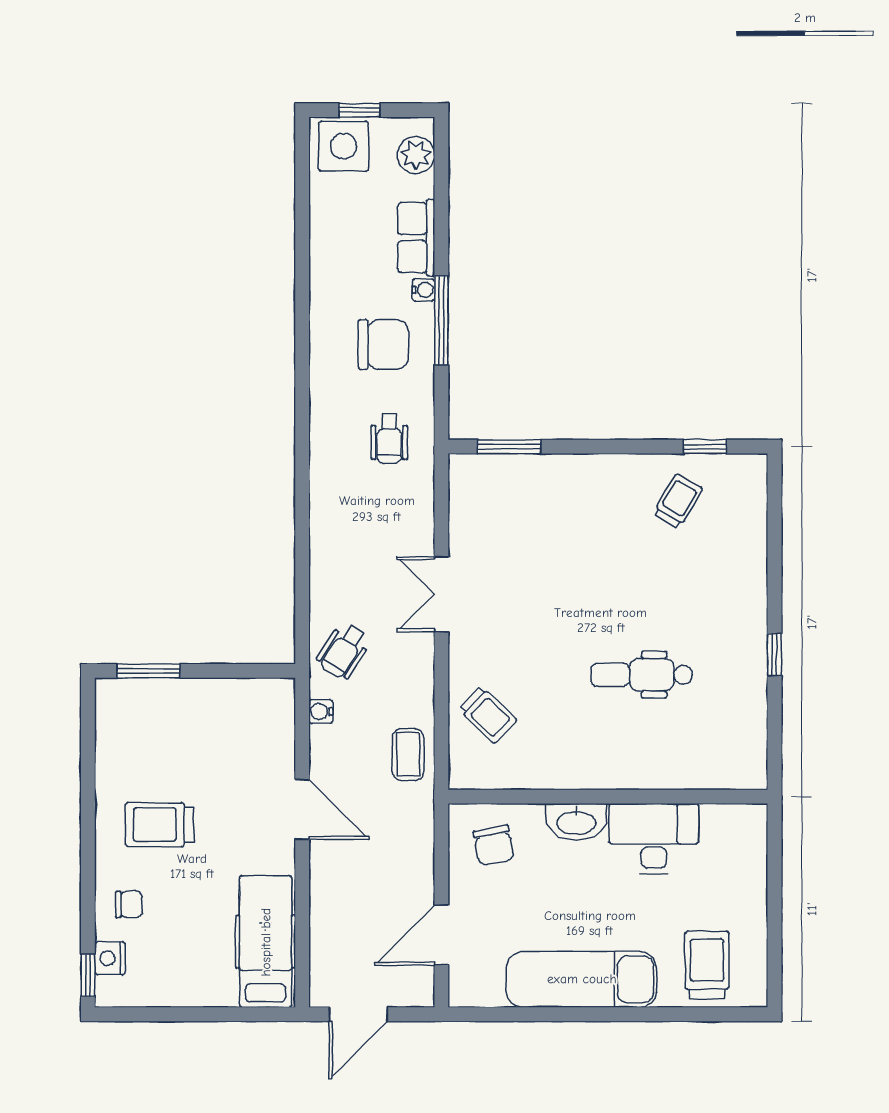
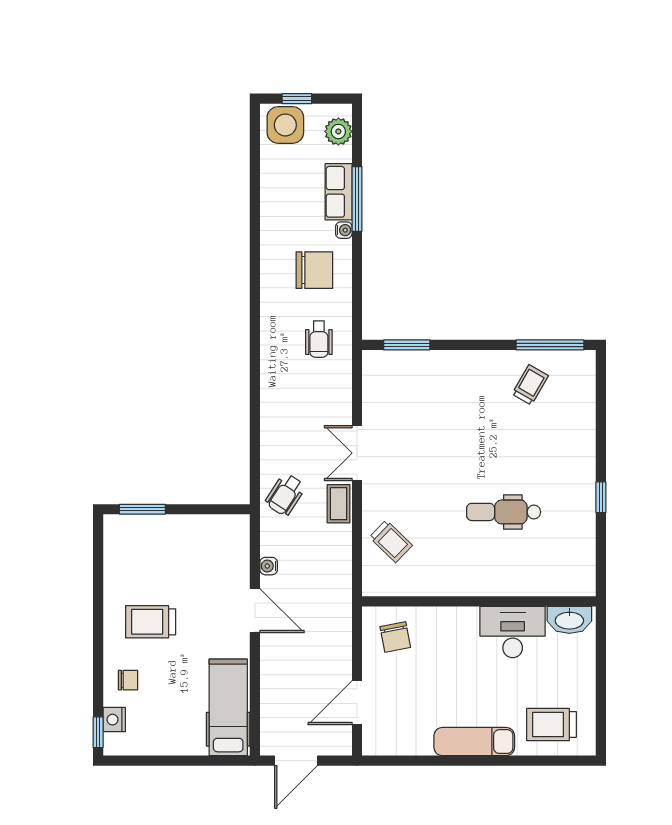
window: (441, 320) -> (357, 199), moved
window: (705, 447) -> (550, 345), width x2.17
water cooler: (321, 712) -> (269, 566), moved
coffee table: (408, 755) -> (339, 504), moved
washbasin: (576, 822) -> (569, 620), moved
trolley: (707, 965) -> (552, 724), turned -90
exam couch: (582, 979) -> (474, 742), width x0.73, depth x0.69

